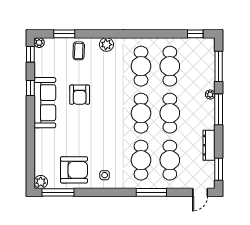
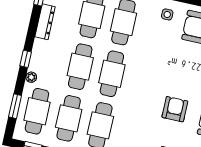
cafe table: (199, 66) -> (37, 111), added
window: (219, 66) -> (15, 106), width x0.69
window: (219, 109) -> (26, 59), width x0.46

